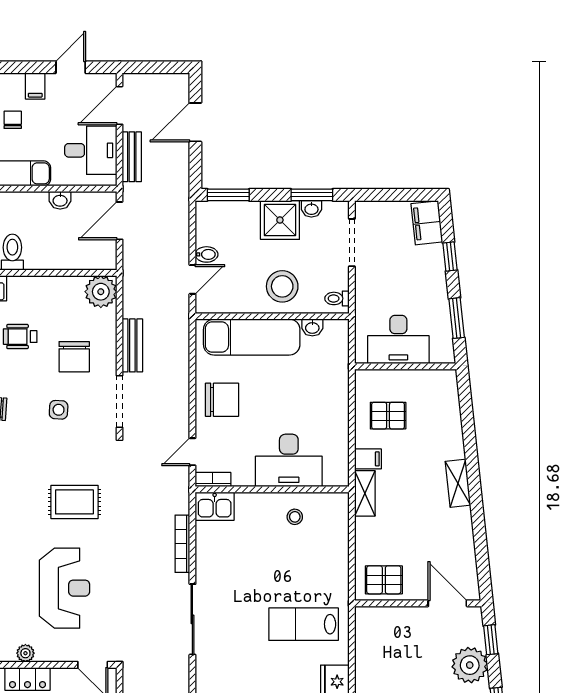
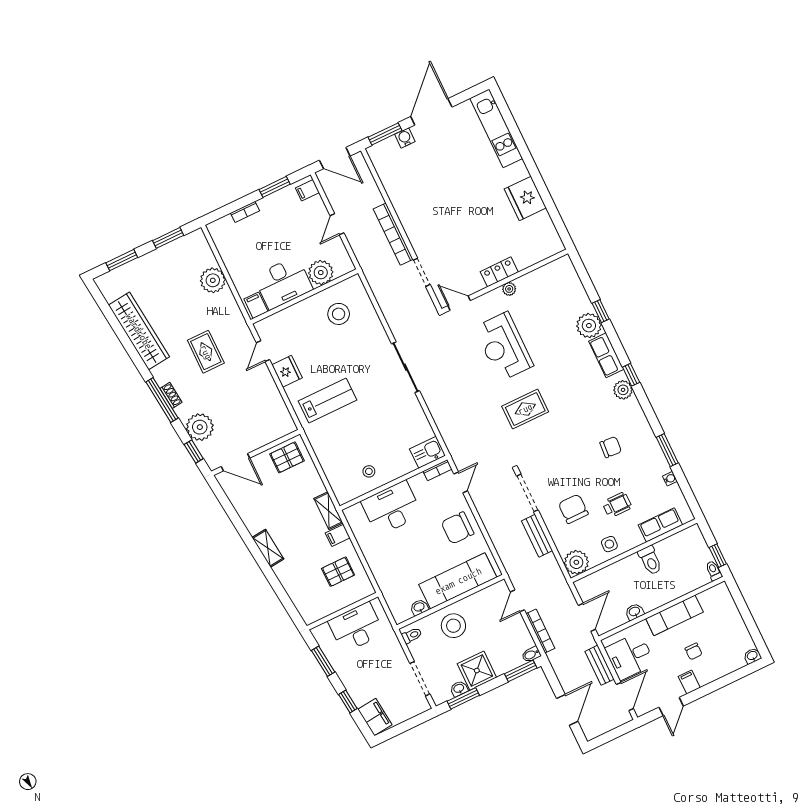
bidet: (207, 254) -> (531, 654), moved
side table: (59, 410) -> (609, 544), moved
bookcase: (182, 544) -> (540, 631), moved

